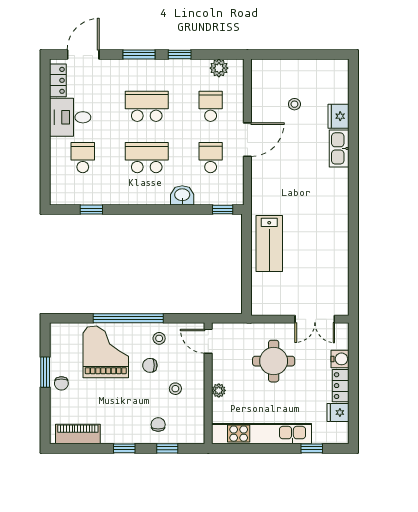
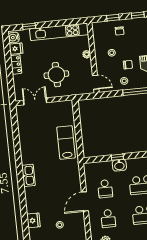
kitchen sink: (339, 148) -> (28, 175), moved
window: (223, 210) -> (117, 157), moved
water cooler: (340, 359) -> (14, 37), moved

